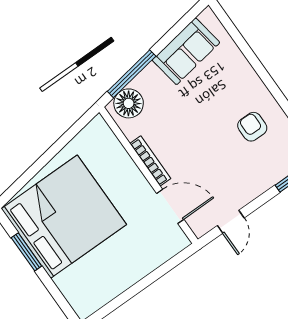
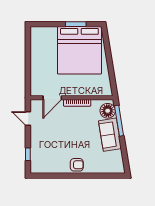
sofa: (186, 51) -> (110, 135), moved
armchair: (252, 127) -> (77, 165), moved

